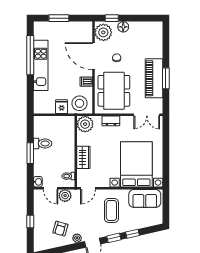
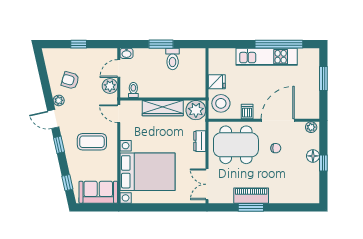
window: (112, 18) -> (323, 163), moved
plant: (103, 32) -> (311, 127), width x0.53, depth x0.53
piano: (154, 78) -> (251, 196), width x0.73, depth x0.75
wardrobe: (83, 157) -> (163, 108), width x1.50
sofa: (145, 199) -> (98, 192), moved, turned 90
window: (133, 234) -> (67, 183), moved

